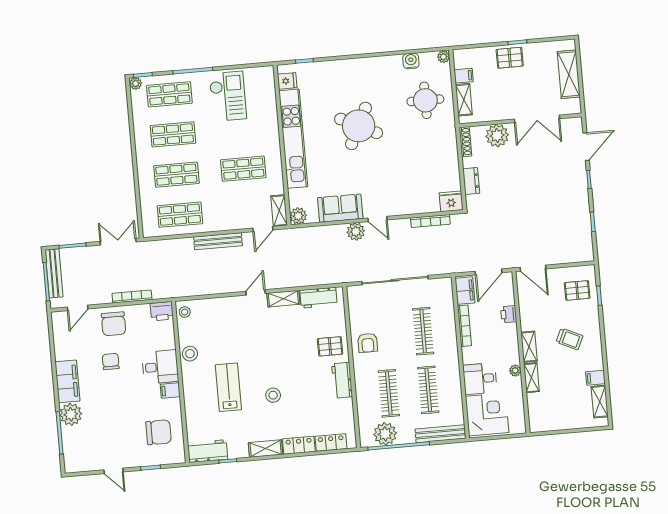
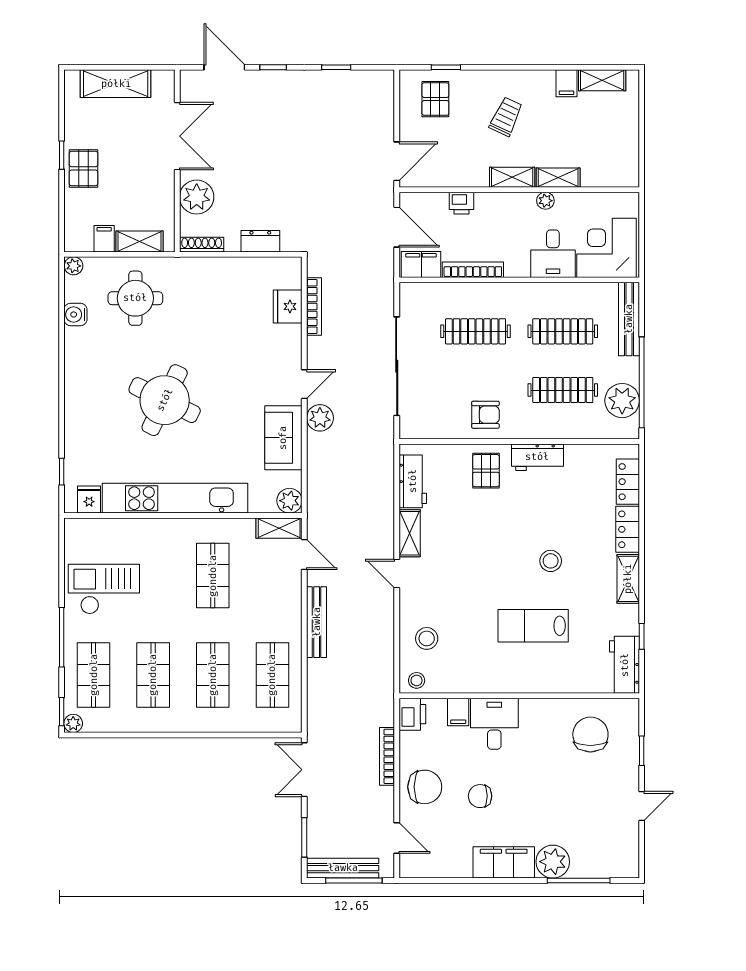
fridge: (451, 201) -> (288, 306), moved
stool: (190, 354) -> (427, 638), moved
filing cabinet: (170, 391) -> (458, 712), moved

